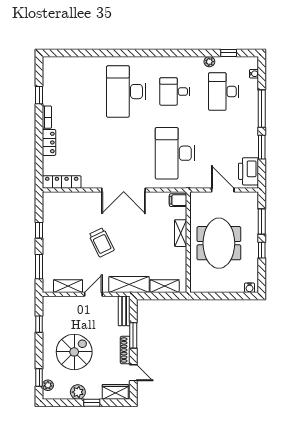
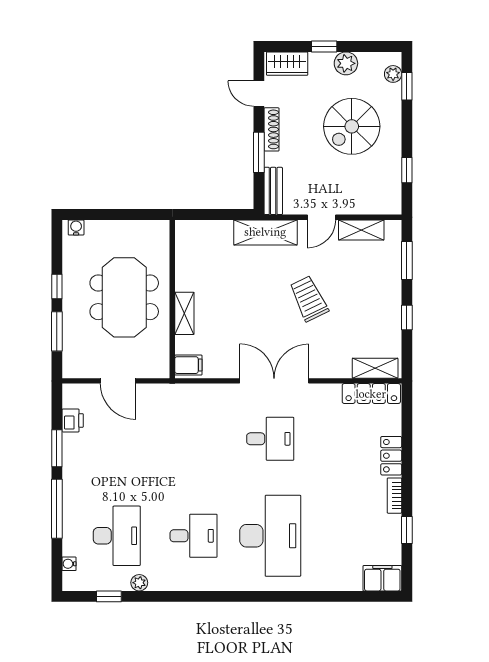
filing cabinet: (55, 64) -> (382, 578), added
desk: (175, 153) -> (270, 439), moved, width x0.53, depth x0.77
printer: (248, 171) -> (73, 420), width x0.53, depth x0.68
shelving: (165, 286) -> (375, 368), moved

